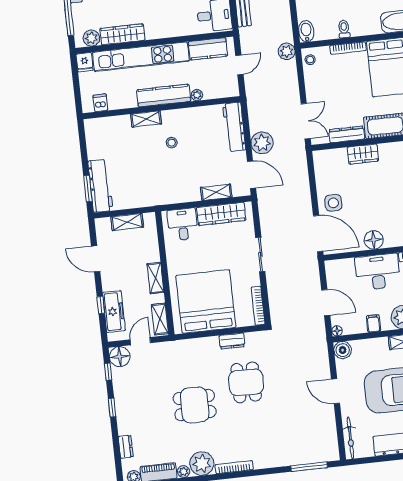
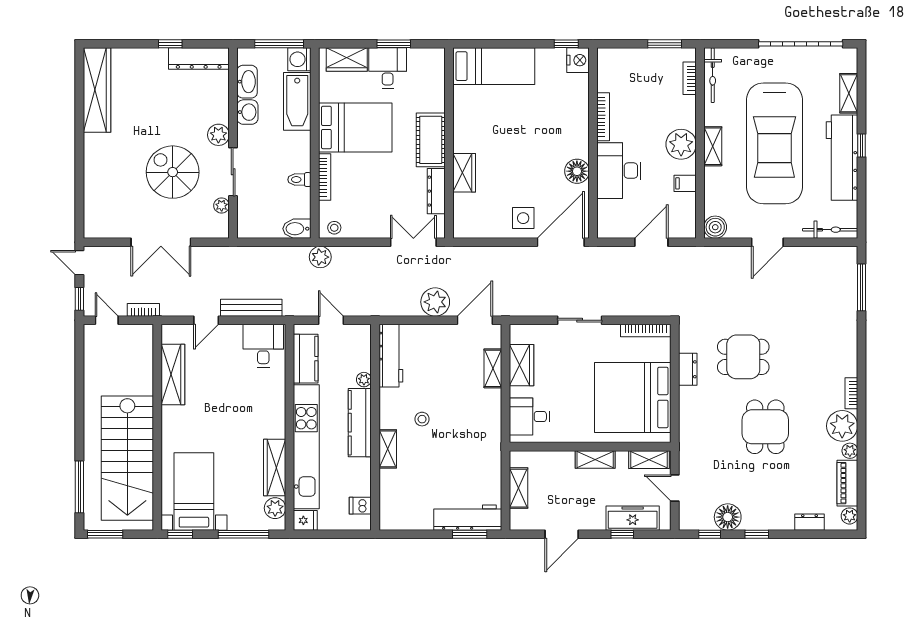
workbench: (234, 127) -> (391, 356), moved, turned -90
wardrobe: (221, 214) -> (521, 365), width x0.67
floor lamp: (337, 331) -> (690, 232), removed
floor lamp: (120, 357) -> (728, 517), moved
bookcase: (234, 467) -> (851, 393), width x0.64

